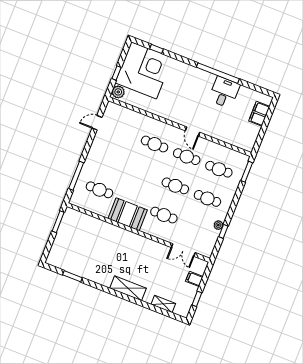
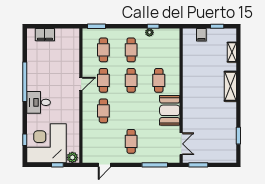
desk: (224, 92) -> (39, 102), moved
door: (97, 123) -> (104, 165), hinge flipped
cafe table: (99, 190) -> (131, 141), moved
double door: (183, 250) -> (181, 144), moved

